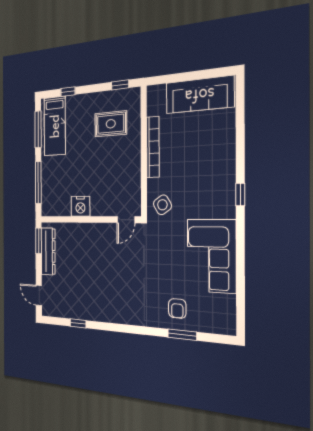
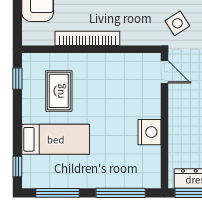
window: (68, 92) -> (17, 166), moved
bed: (55, 126) -> (56, 139), moved
side table: (162, 205) -> (177, 23), moved

